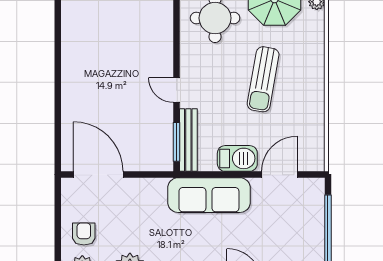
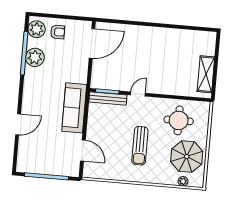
sun lounger: (263, 79) -> (140, 146), turned -100
barbecue: (237, 158) -> (94, 126), removed

